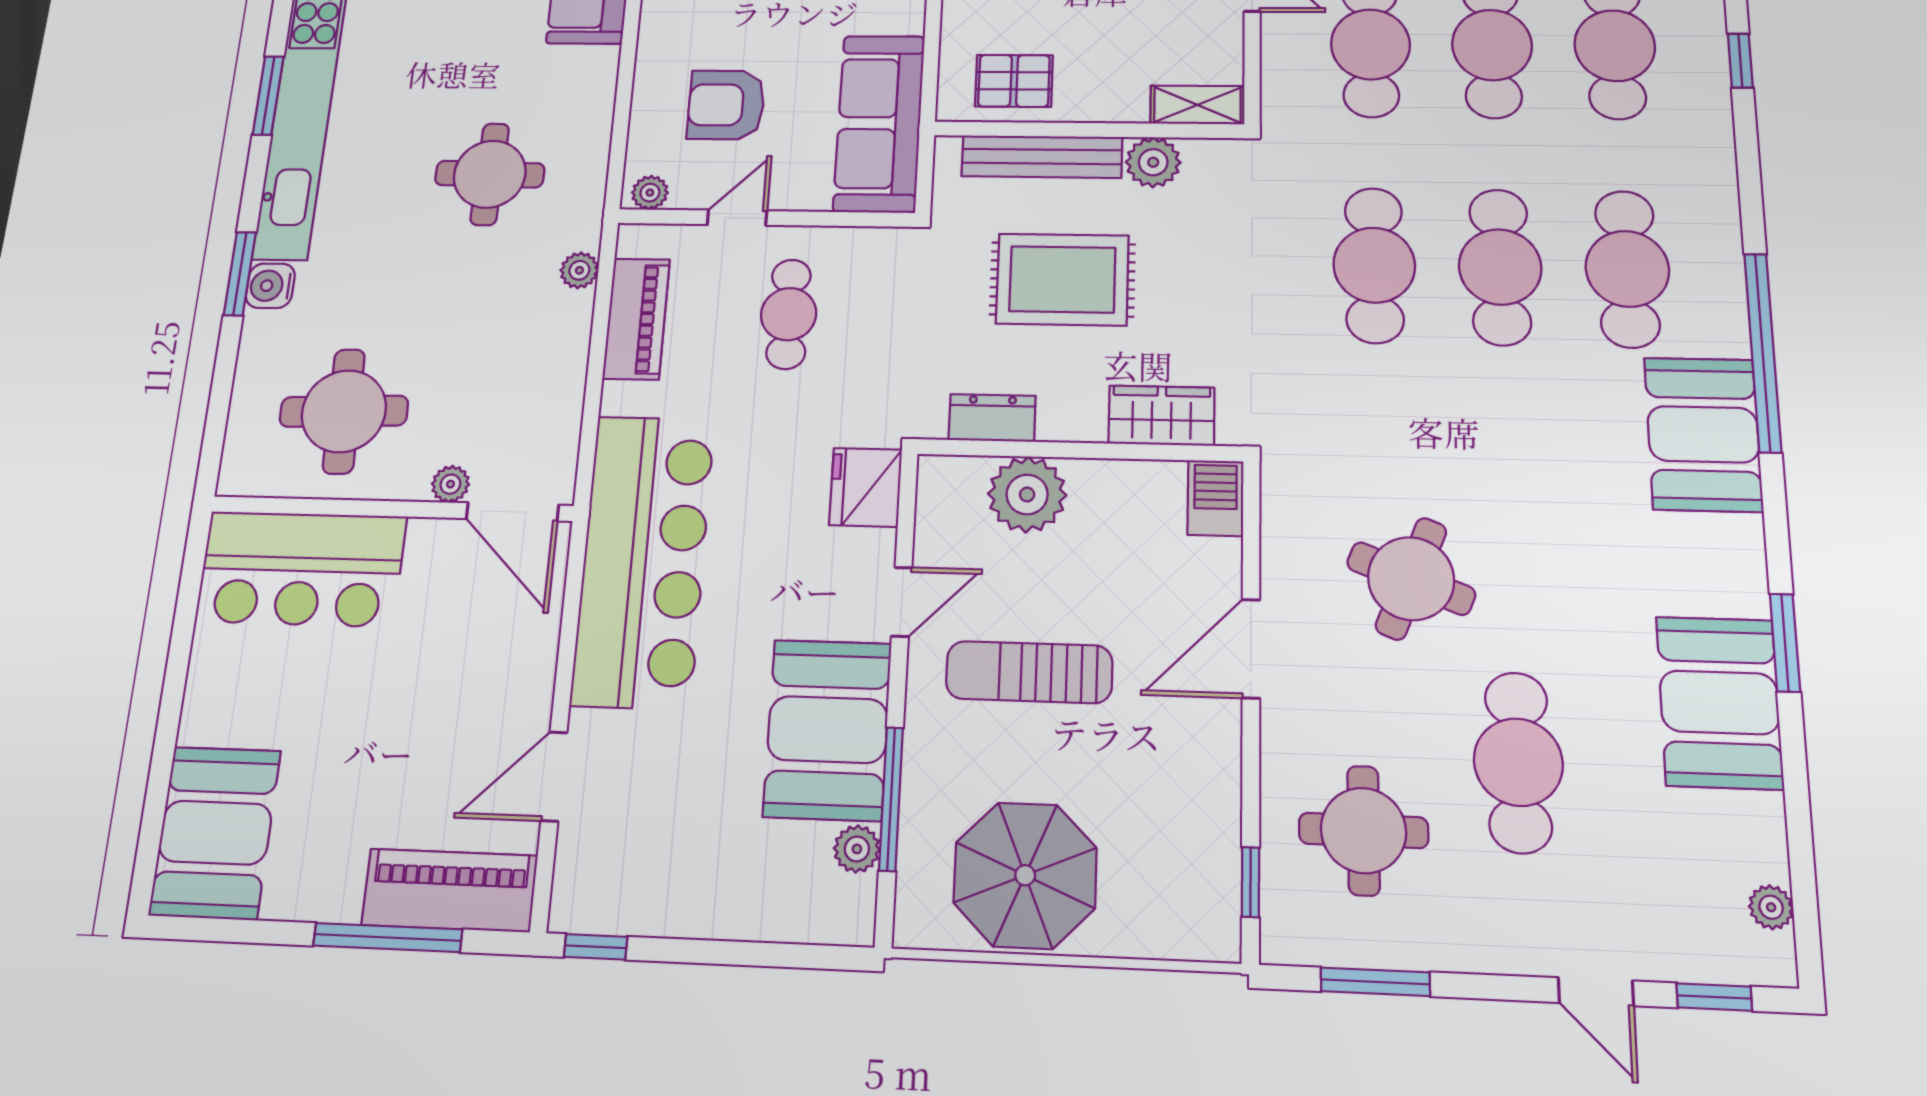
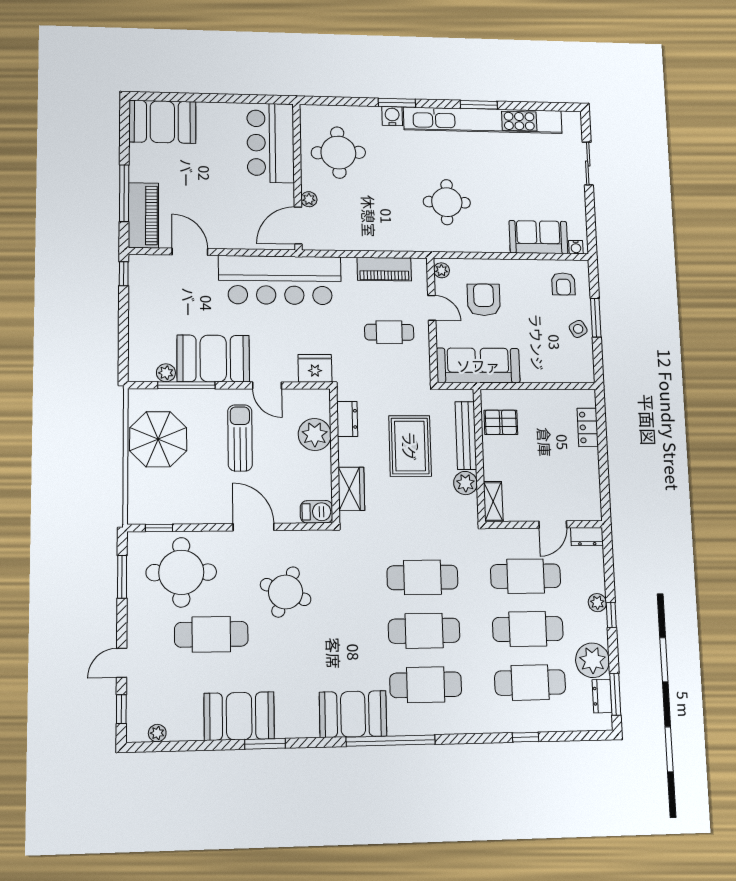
pallet: (1014, 81) -> (501, 422), turned 90
plant: (579, 270) -> (405, 244), removed
round table: (1363, 830) -> (181, 572), width x1.36, depth x1.36

